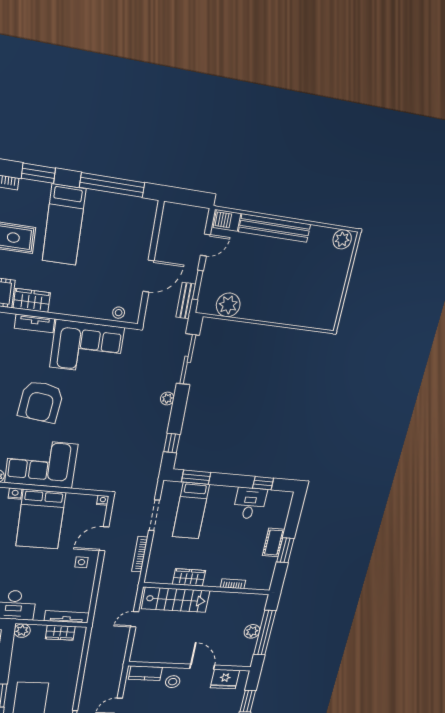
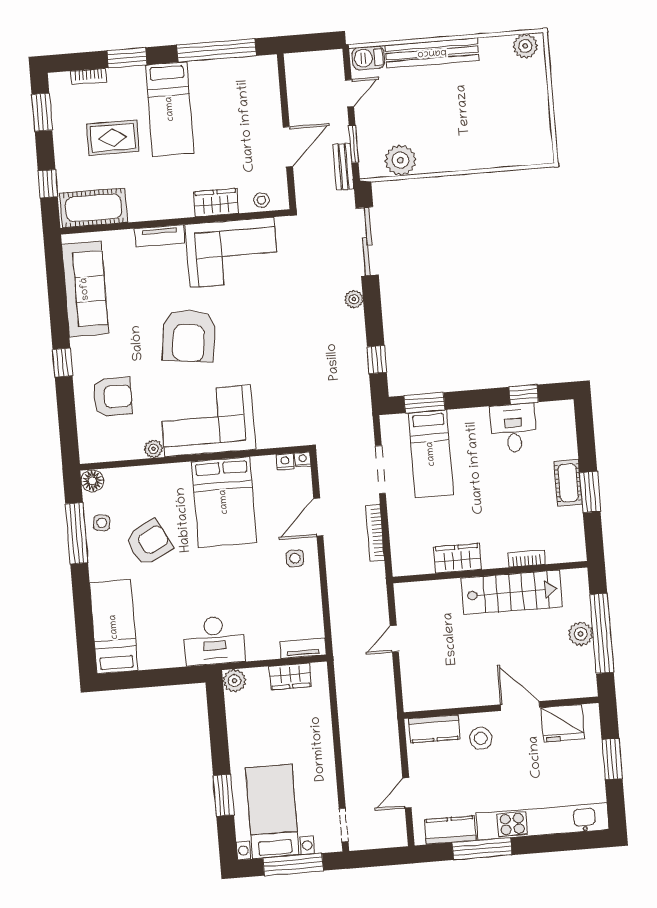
wardrobe: (32, 300) -> (216, 203), moved
nightstand: (15, 494) -> (285, 462), moved
stairs: (176, 600) -> (512, 592), moved
tv unit: (67, 617) -> (303, 648), width x0.71

